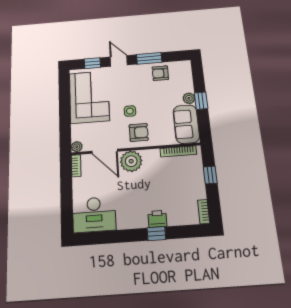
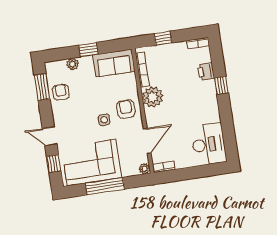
window: (149, 58) -> (42, 87), moved
door: (119, 61) -> (50, 136), hinge flipped
armchair: (160, 73) -> (61, 92), turned 180
plant: (189, 98) -> (73, 64), moved
window: (65, 108) -> (105, 186), added
plant: (131, 161) -> (153, 97), moved
printer: (157, 219) -> (206, 72), moved

